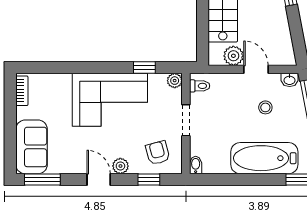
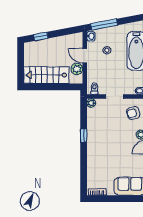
window: (144, 68) -> (84, 136), moved
door: (256, 69) -> (85, 56), hinge flipped
corner sofa: (110, 100) -> (102, 141), removed

